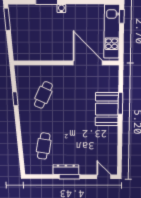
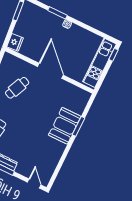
fridge: (20, 52) -> (15, 42), added
door: (88, 63) -> (50, 71), moved

